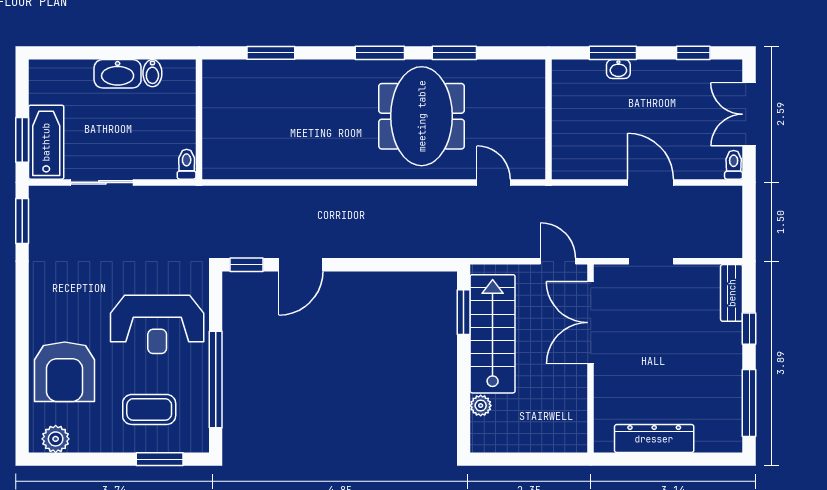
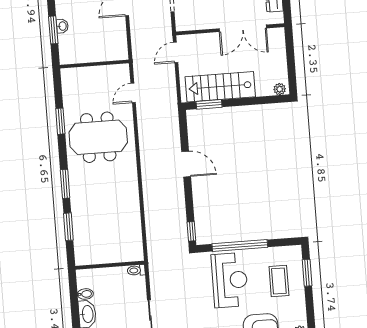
window: (380, 53) -> (65, 184), moved
door: (301, 265) -> (186, 164), moved
double door: (591, 323) -> (243, 28), moved
window: (216, 380) -> (240, 246), moved
plant: (481, 406) -> (280, 89), moved

